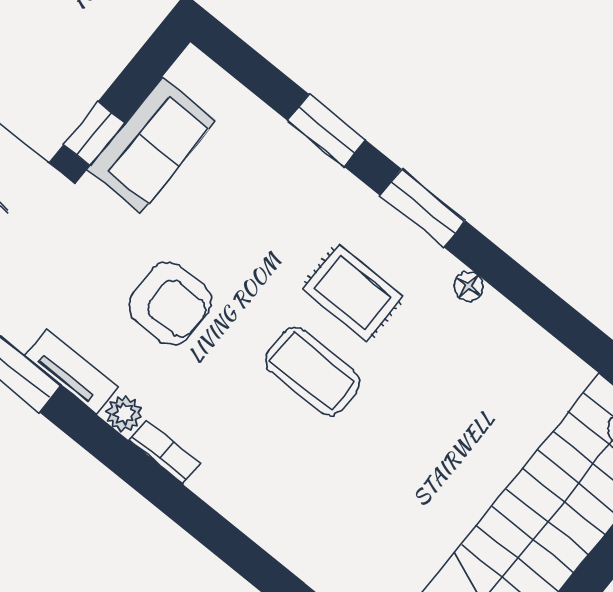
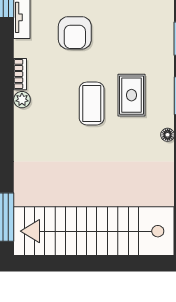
plant: (124, 414) -> (22, 100), moved

